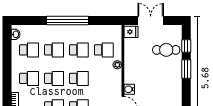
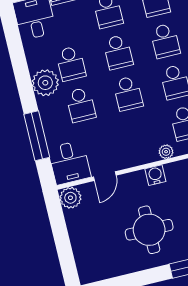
round table: (160, 85) -> (149, 230), added
water cooler: (129, 89) -> (155, 175), moved

